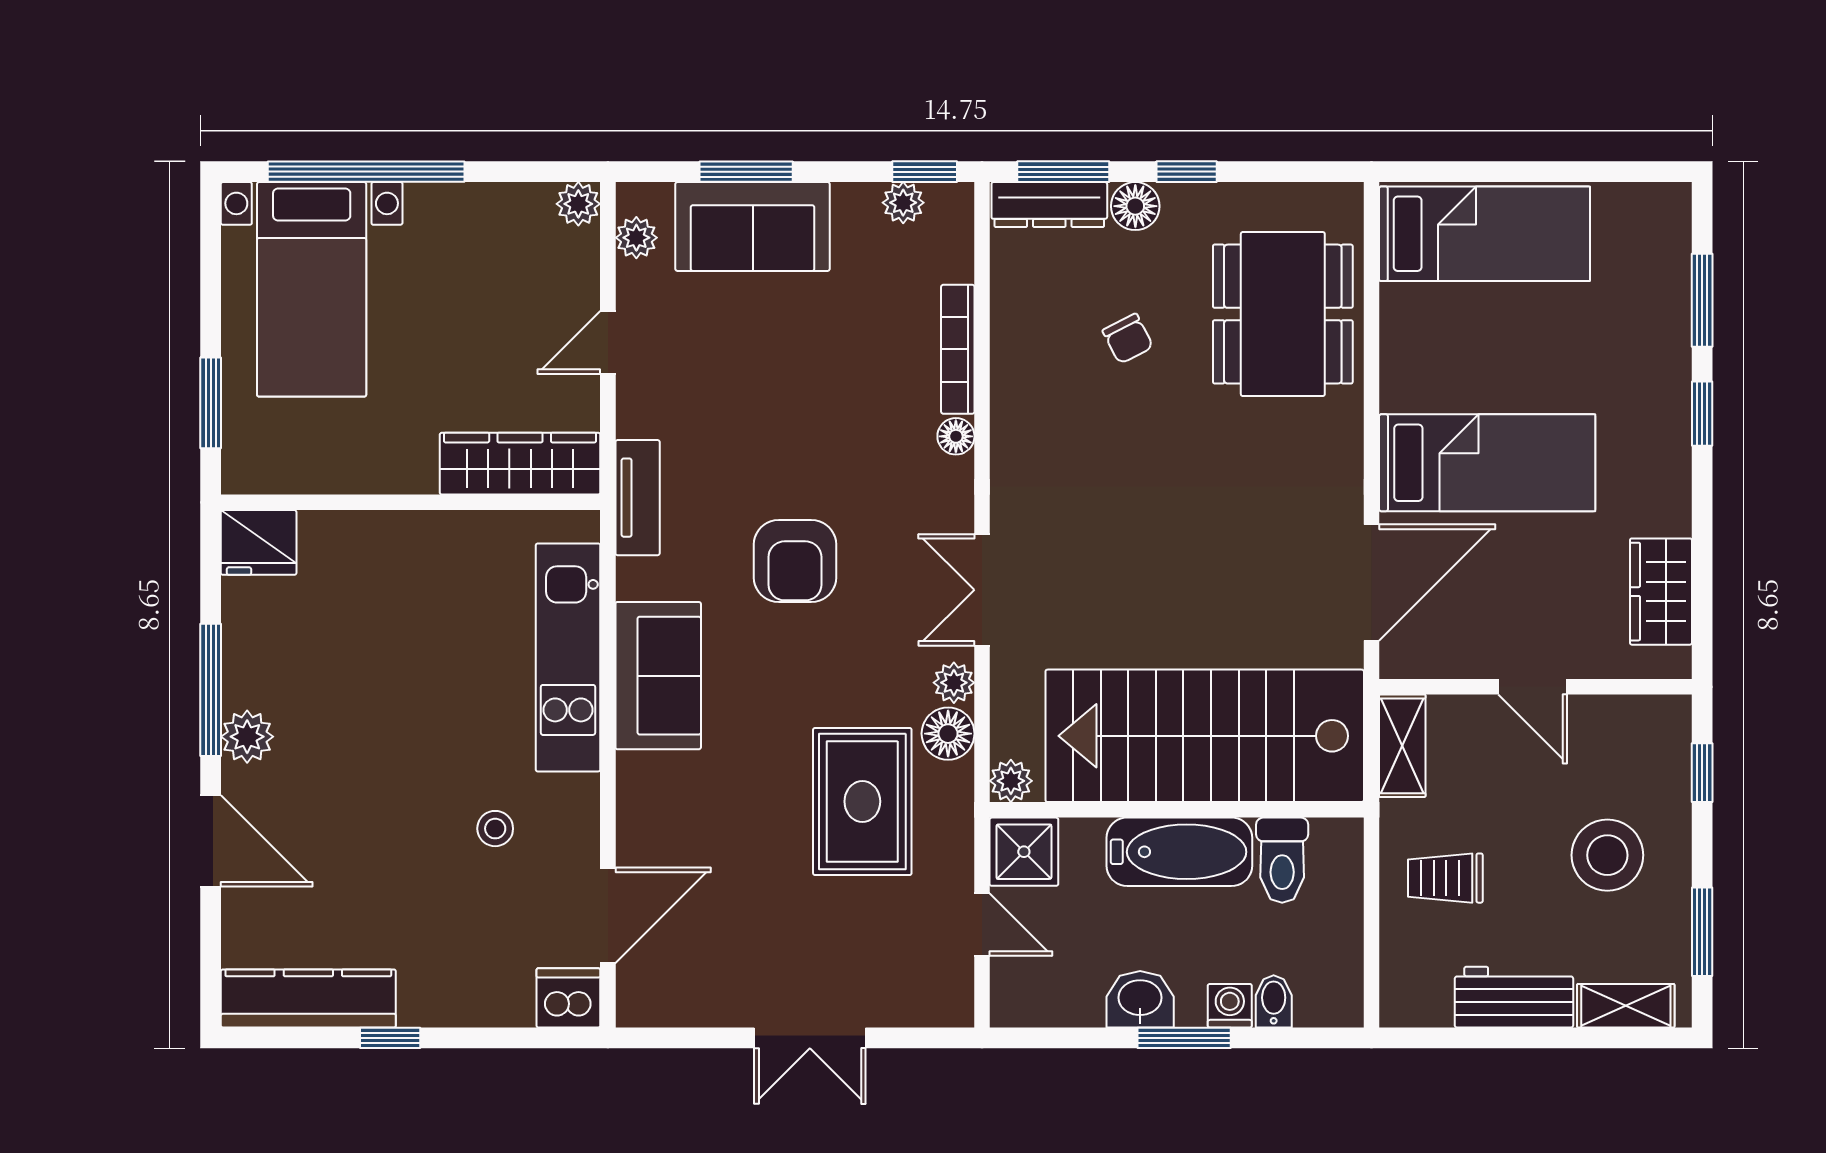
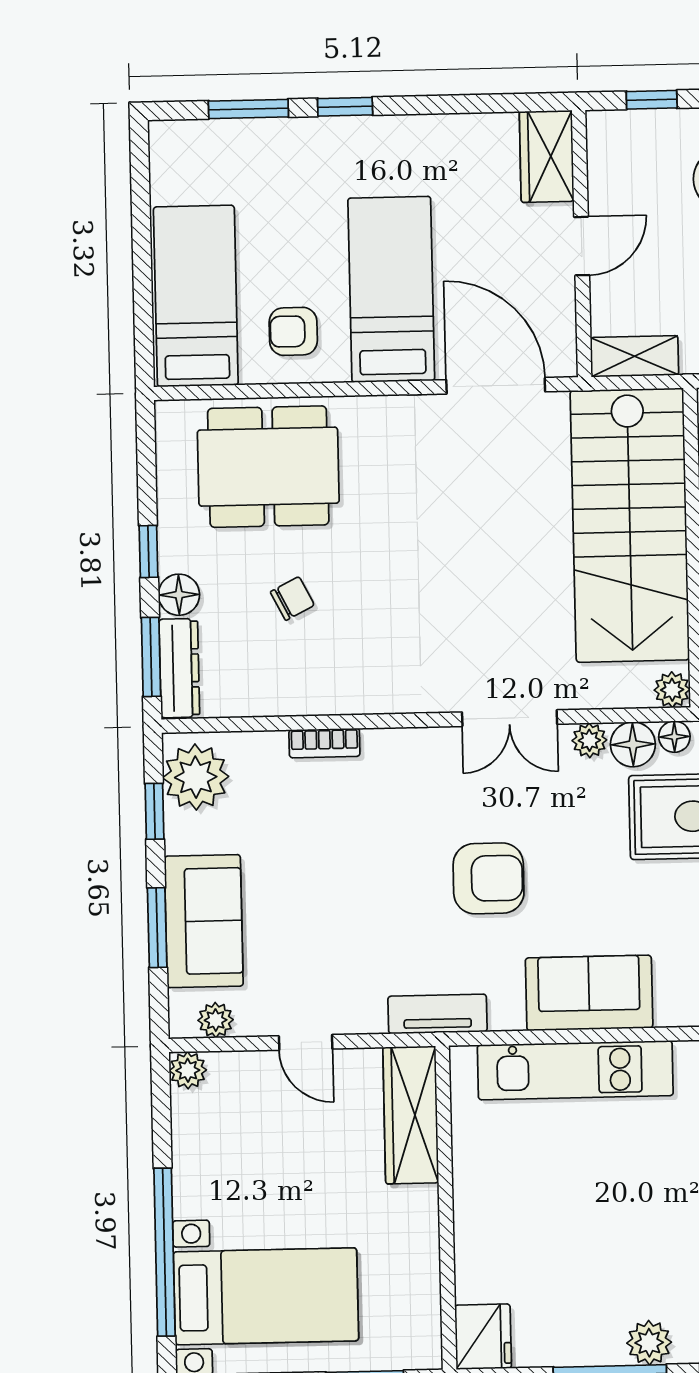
window: (925, 172) -> (154, 811), moved
plant: (903, 203) -> (196, 777), width x1.88, depth x1.88
armchair: (1440, 347) -> (293, 331), added
bookcase: (958, 349) -> (324, 743), width x0.64
floor lamp: (956, 436) -> (674, 737), moved
wardrobe: (1661, 592) -> (547, 156), moved, turned 90

